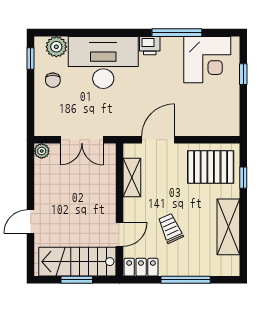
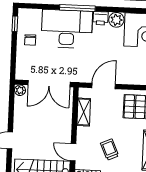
window: (177, 33) -> (77, 8), moved
plant: (56, 47) -> (116, 20), moved
double door: (82, 140) -> (49, 84), width x1.37
door: (120, 234) -> (73, 152), swing flipped

